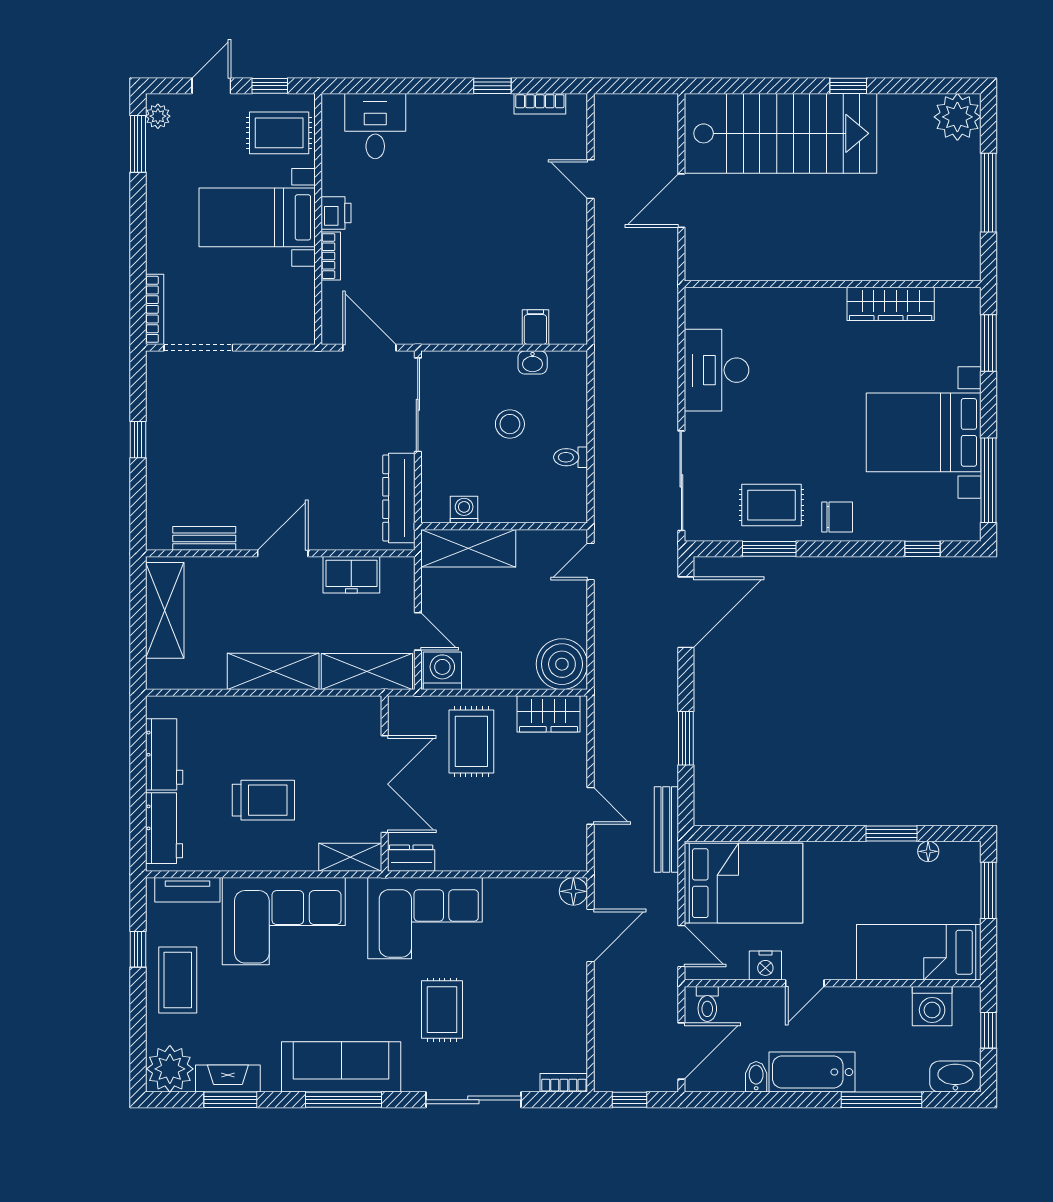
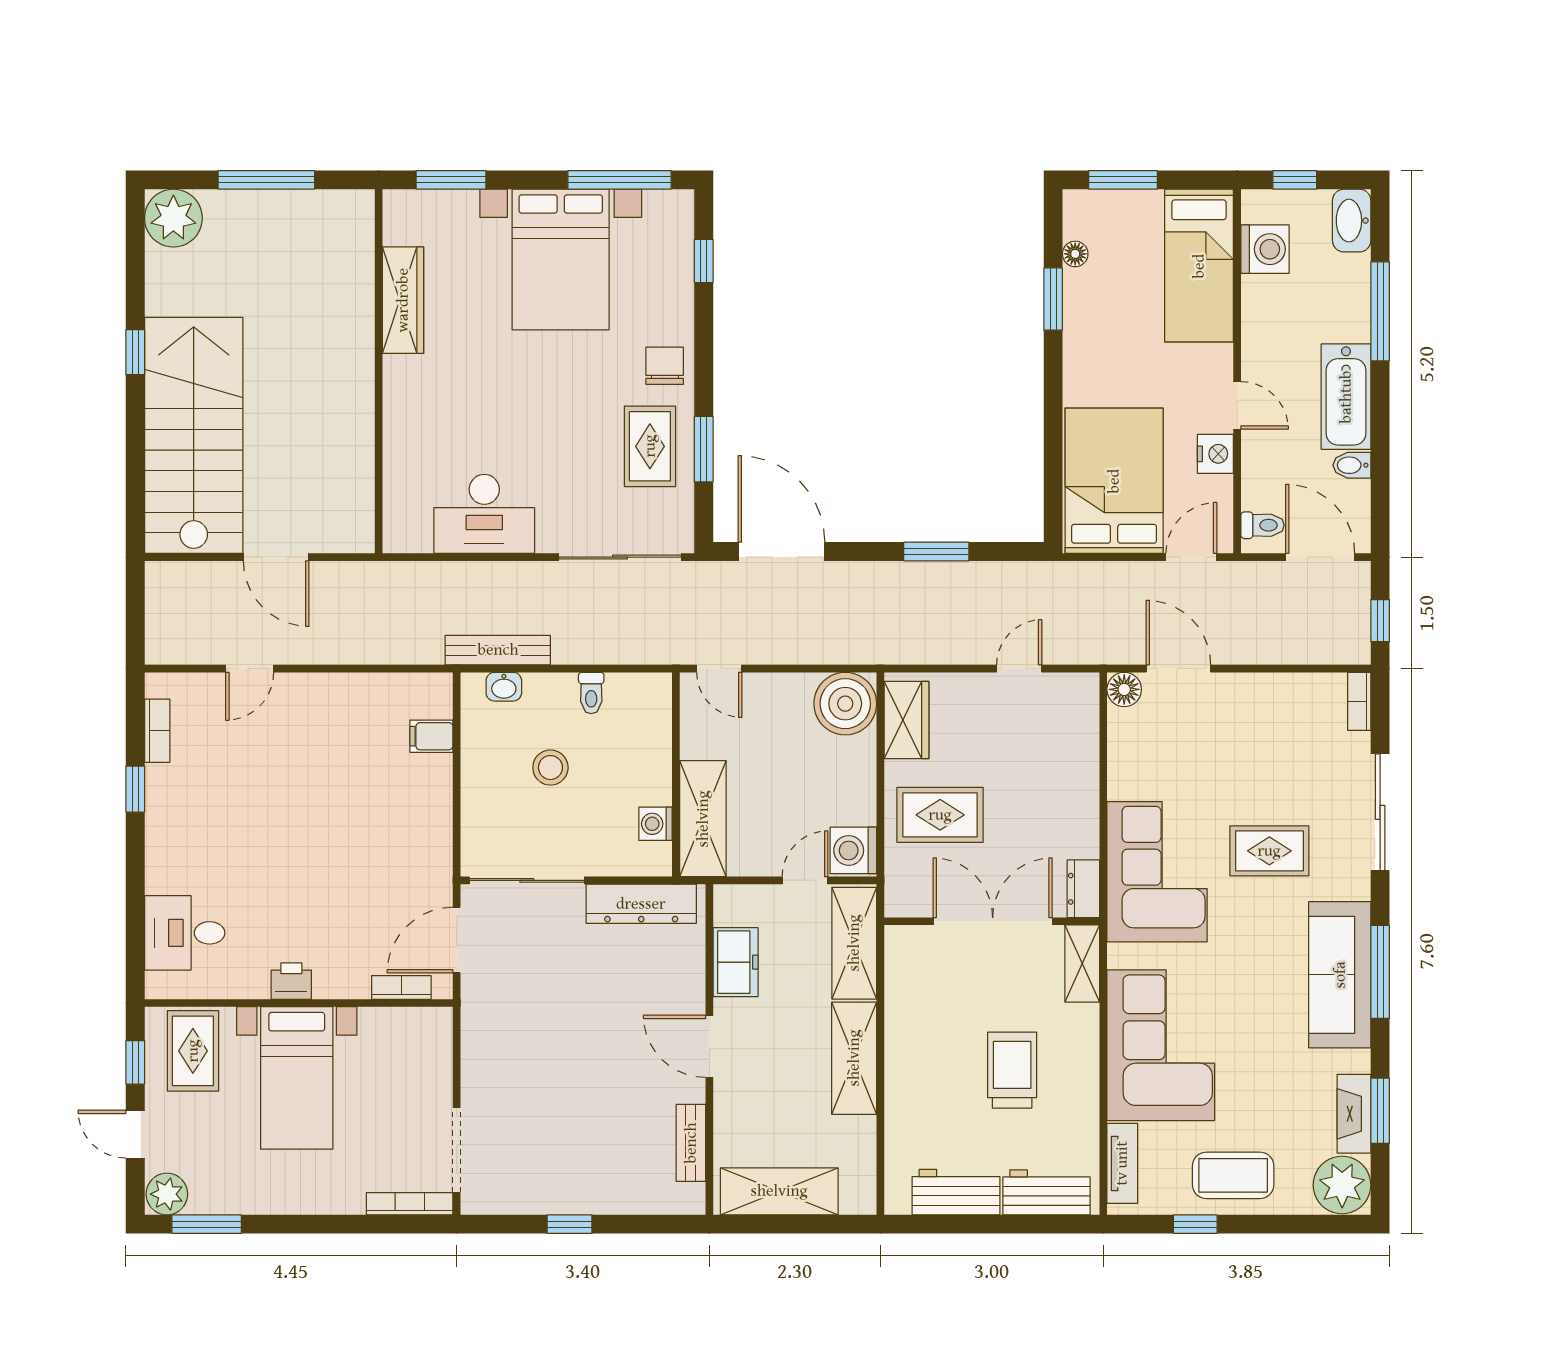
plant: (158, 116) -> (167, 1194), width x1.38, depth x1.38
bookcase: (331, 256) -> (401, 987), moved
washbasin: (533, 362) -> (504, 687), moved, turned 90
bench: (666, 830) -> (498, 650), moved

